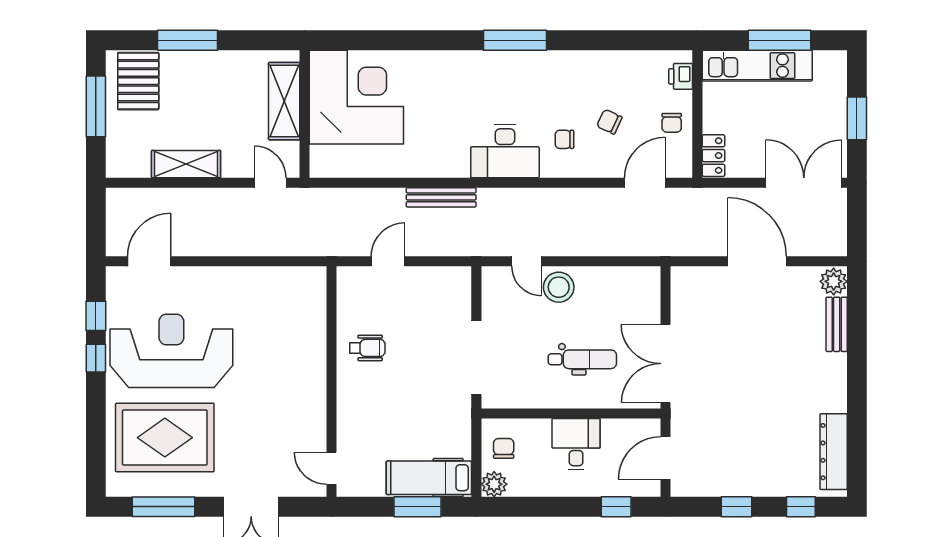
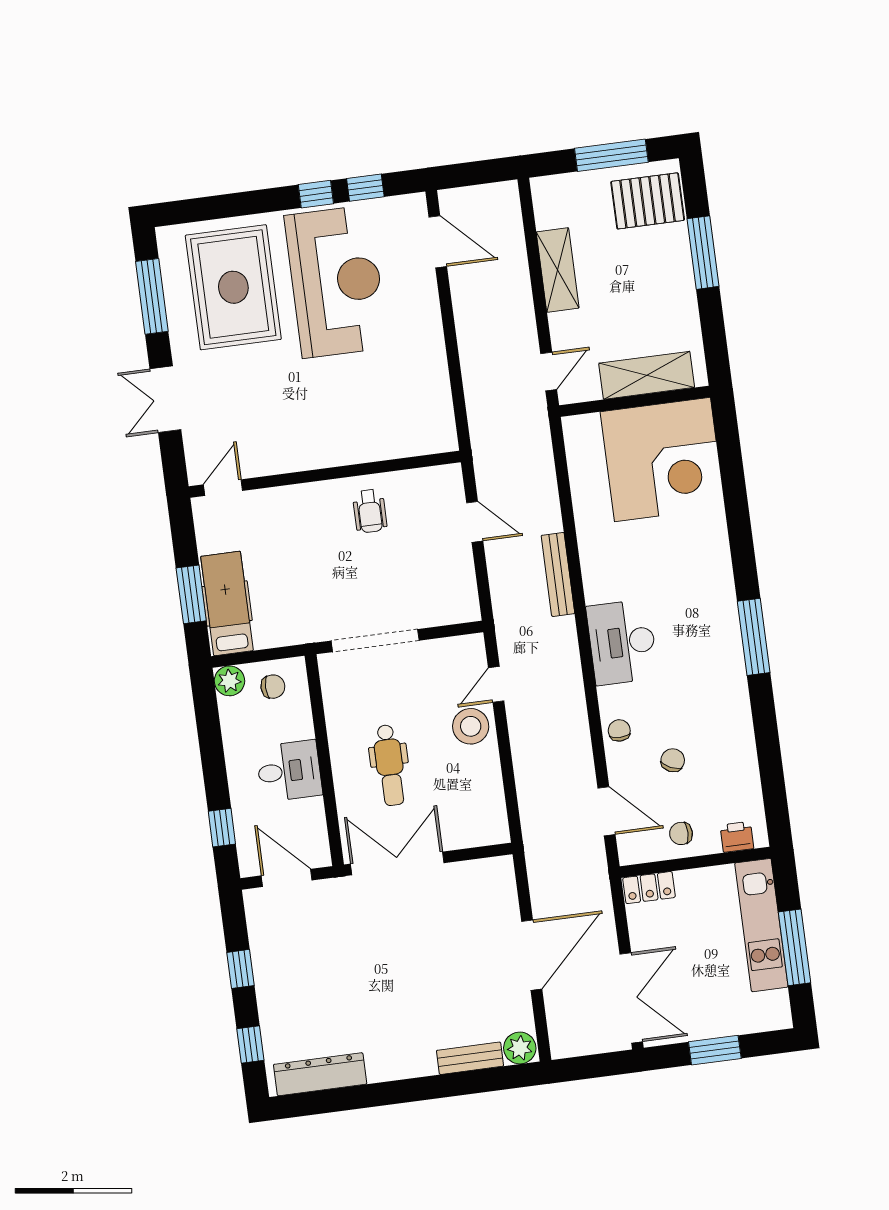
chair: (565, 139) -> (619, 730), moved

